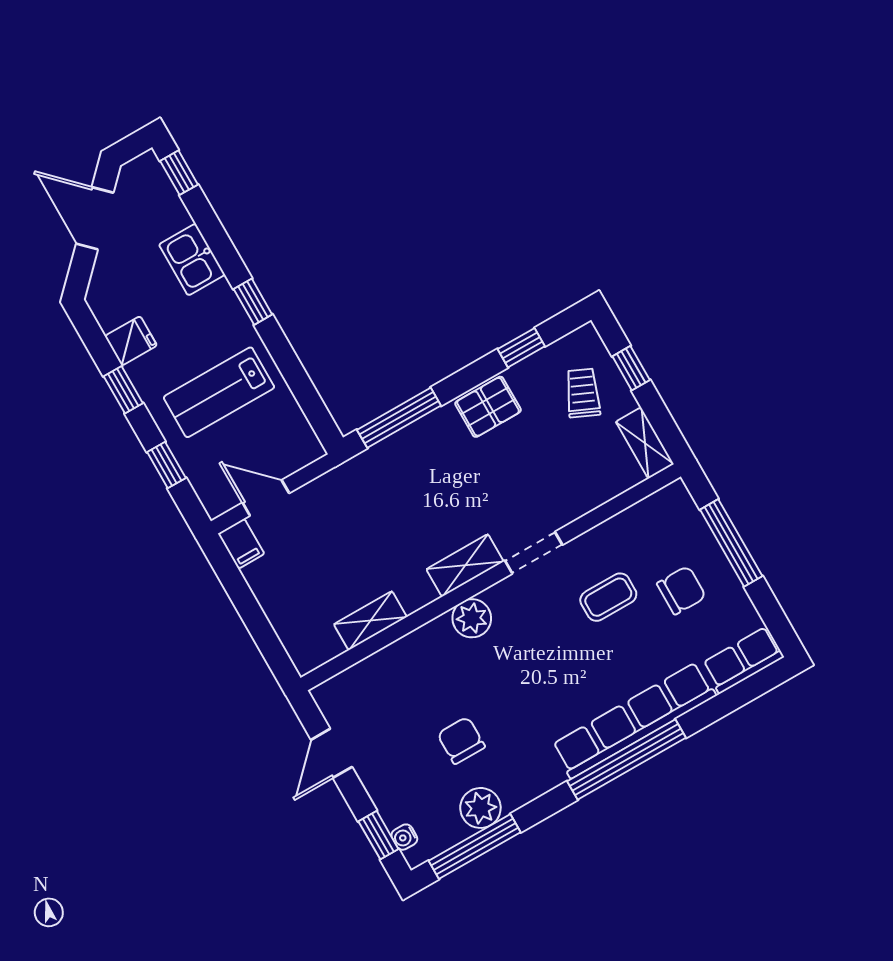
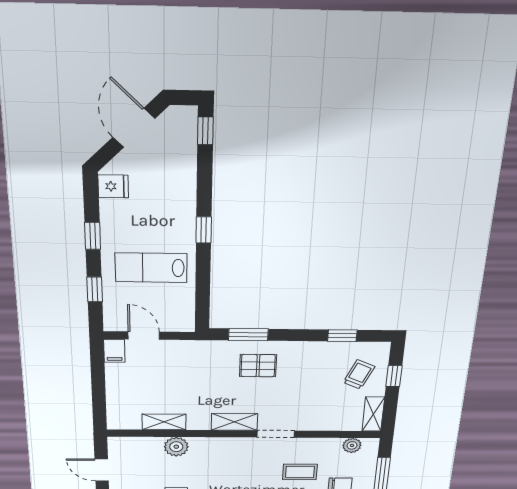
kitchen sink: (192, 260) -> (181, 186), removed
fridge: (131, 341) -> (113, 186), moved
pallet: (488, 407) -> (258, 366), moved
window: (399, 418) -> (248, 335), width x0.69
plant: (651, 511) -> (352, 445), added
plant: (472, 618) -> (176, 447), moved
door: (332, 753) -> (102, 470), hinge flipped

